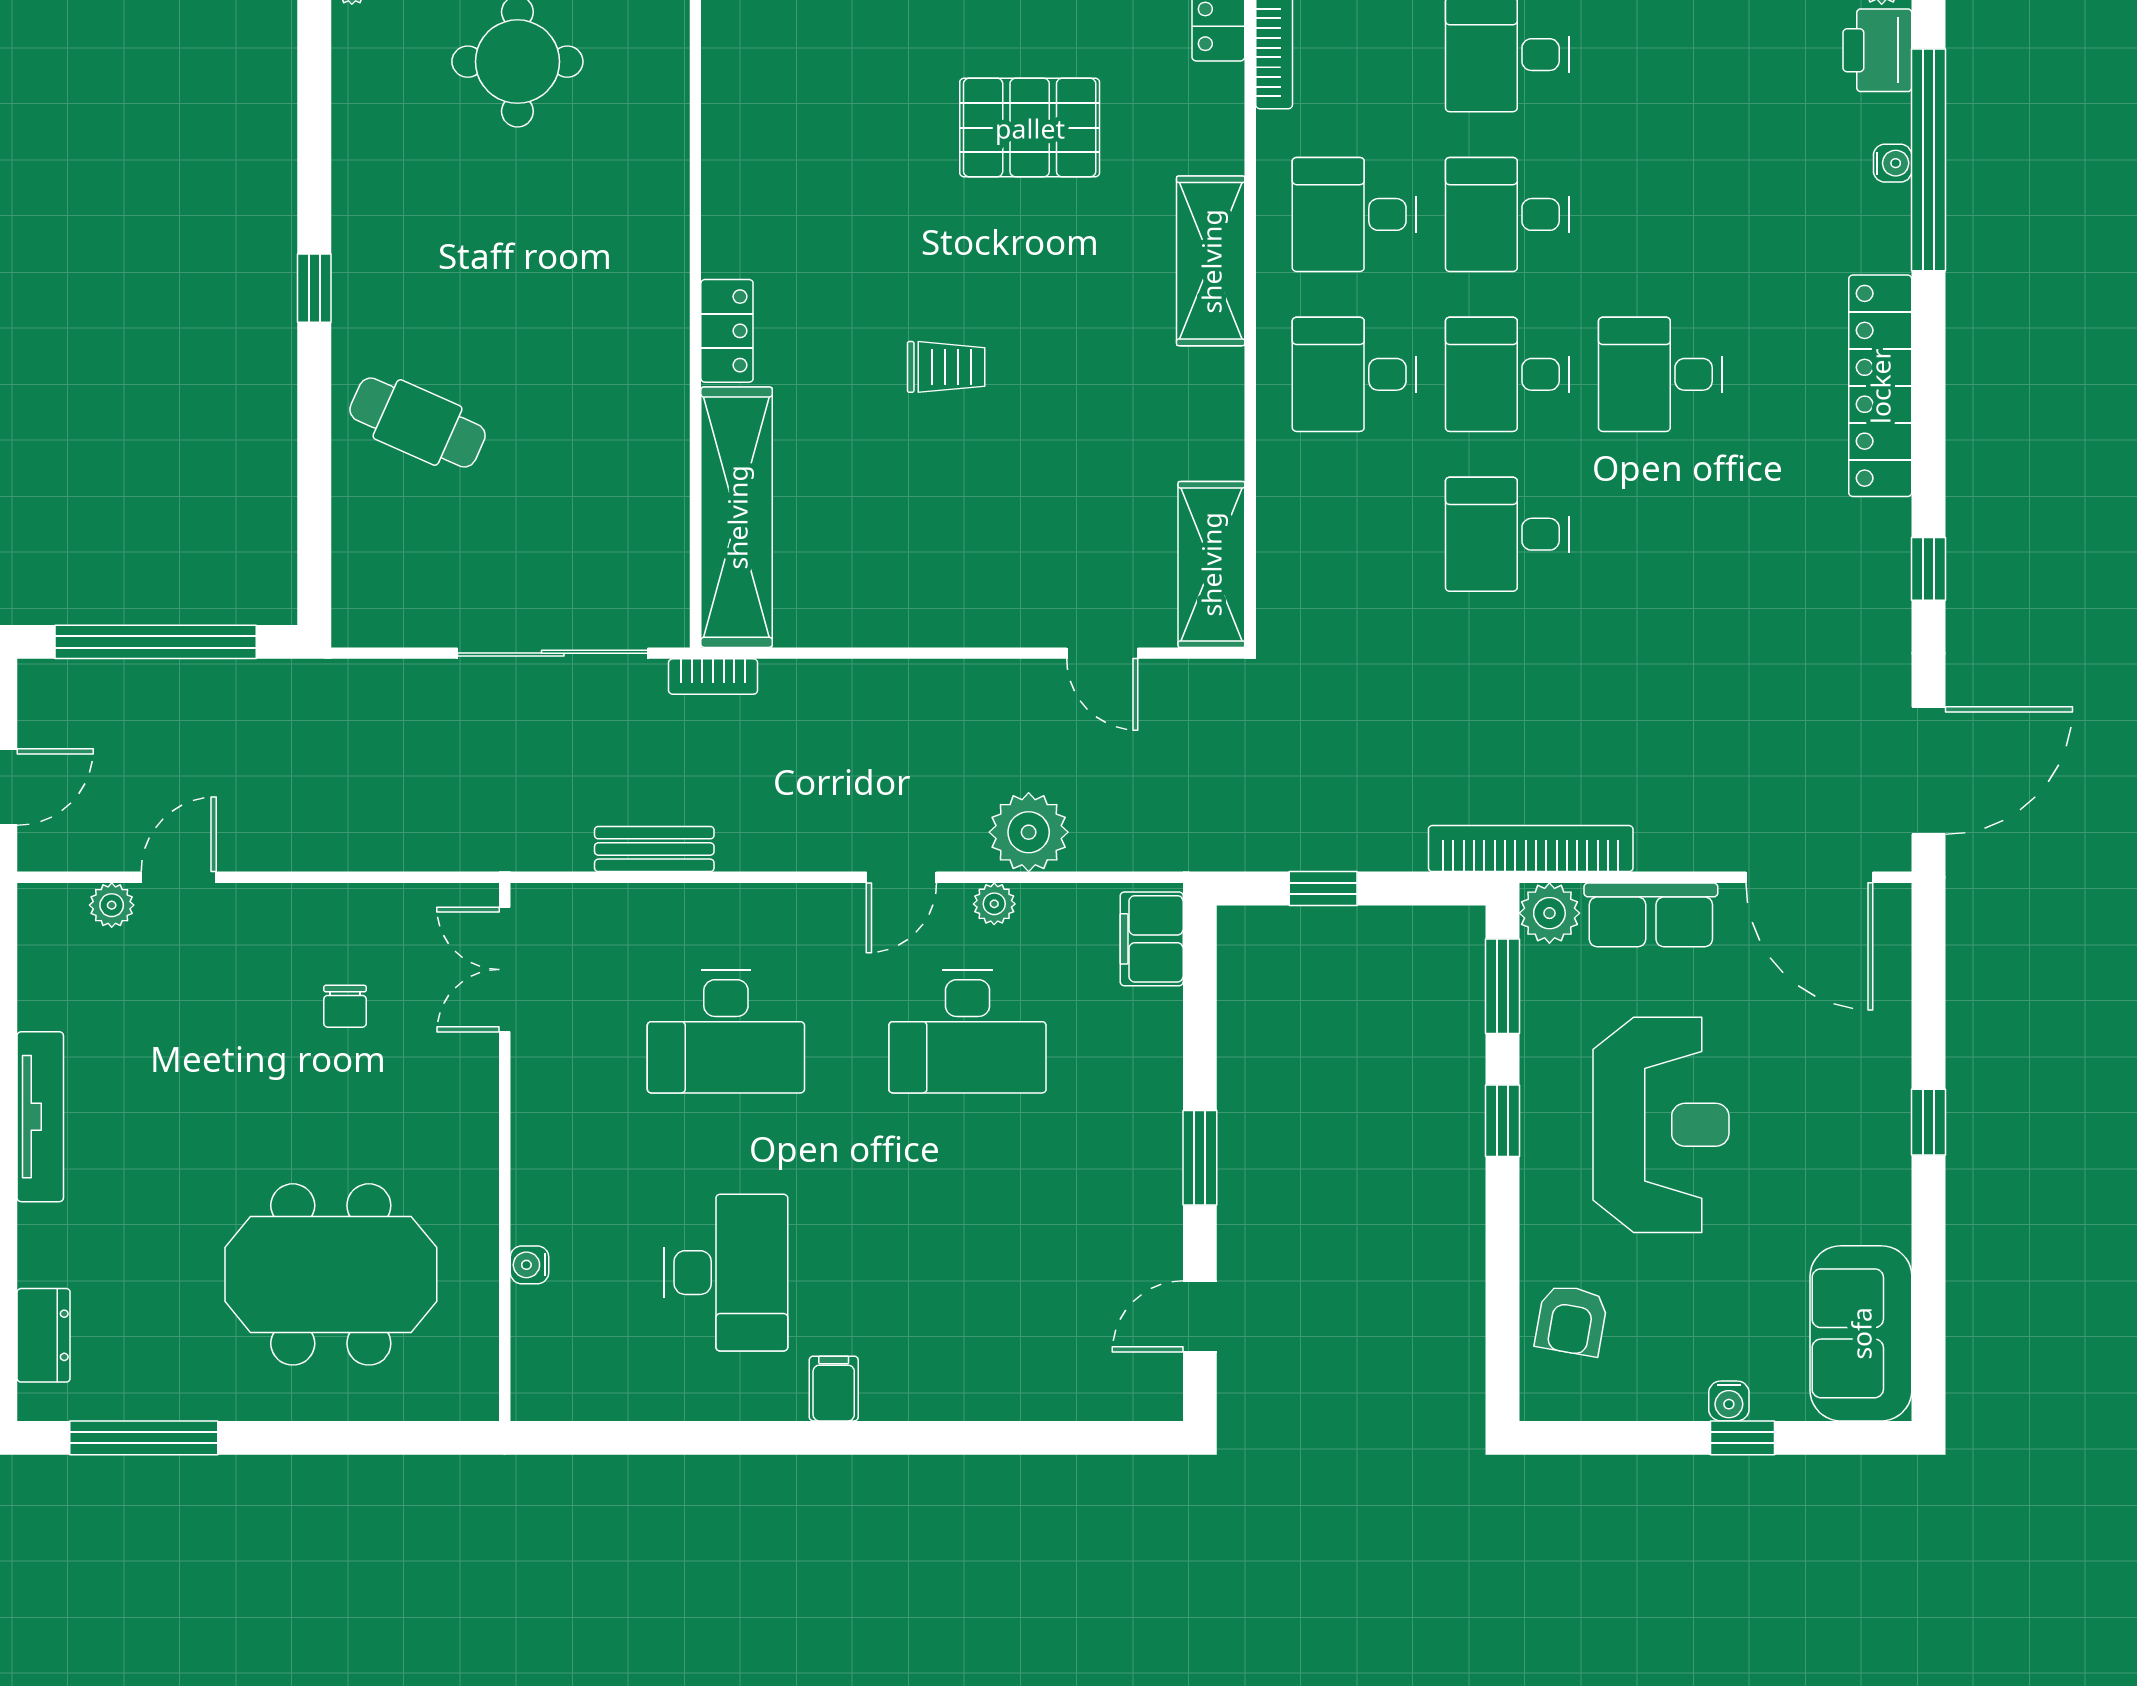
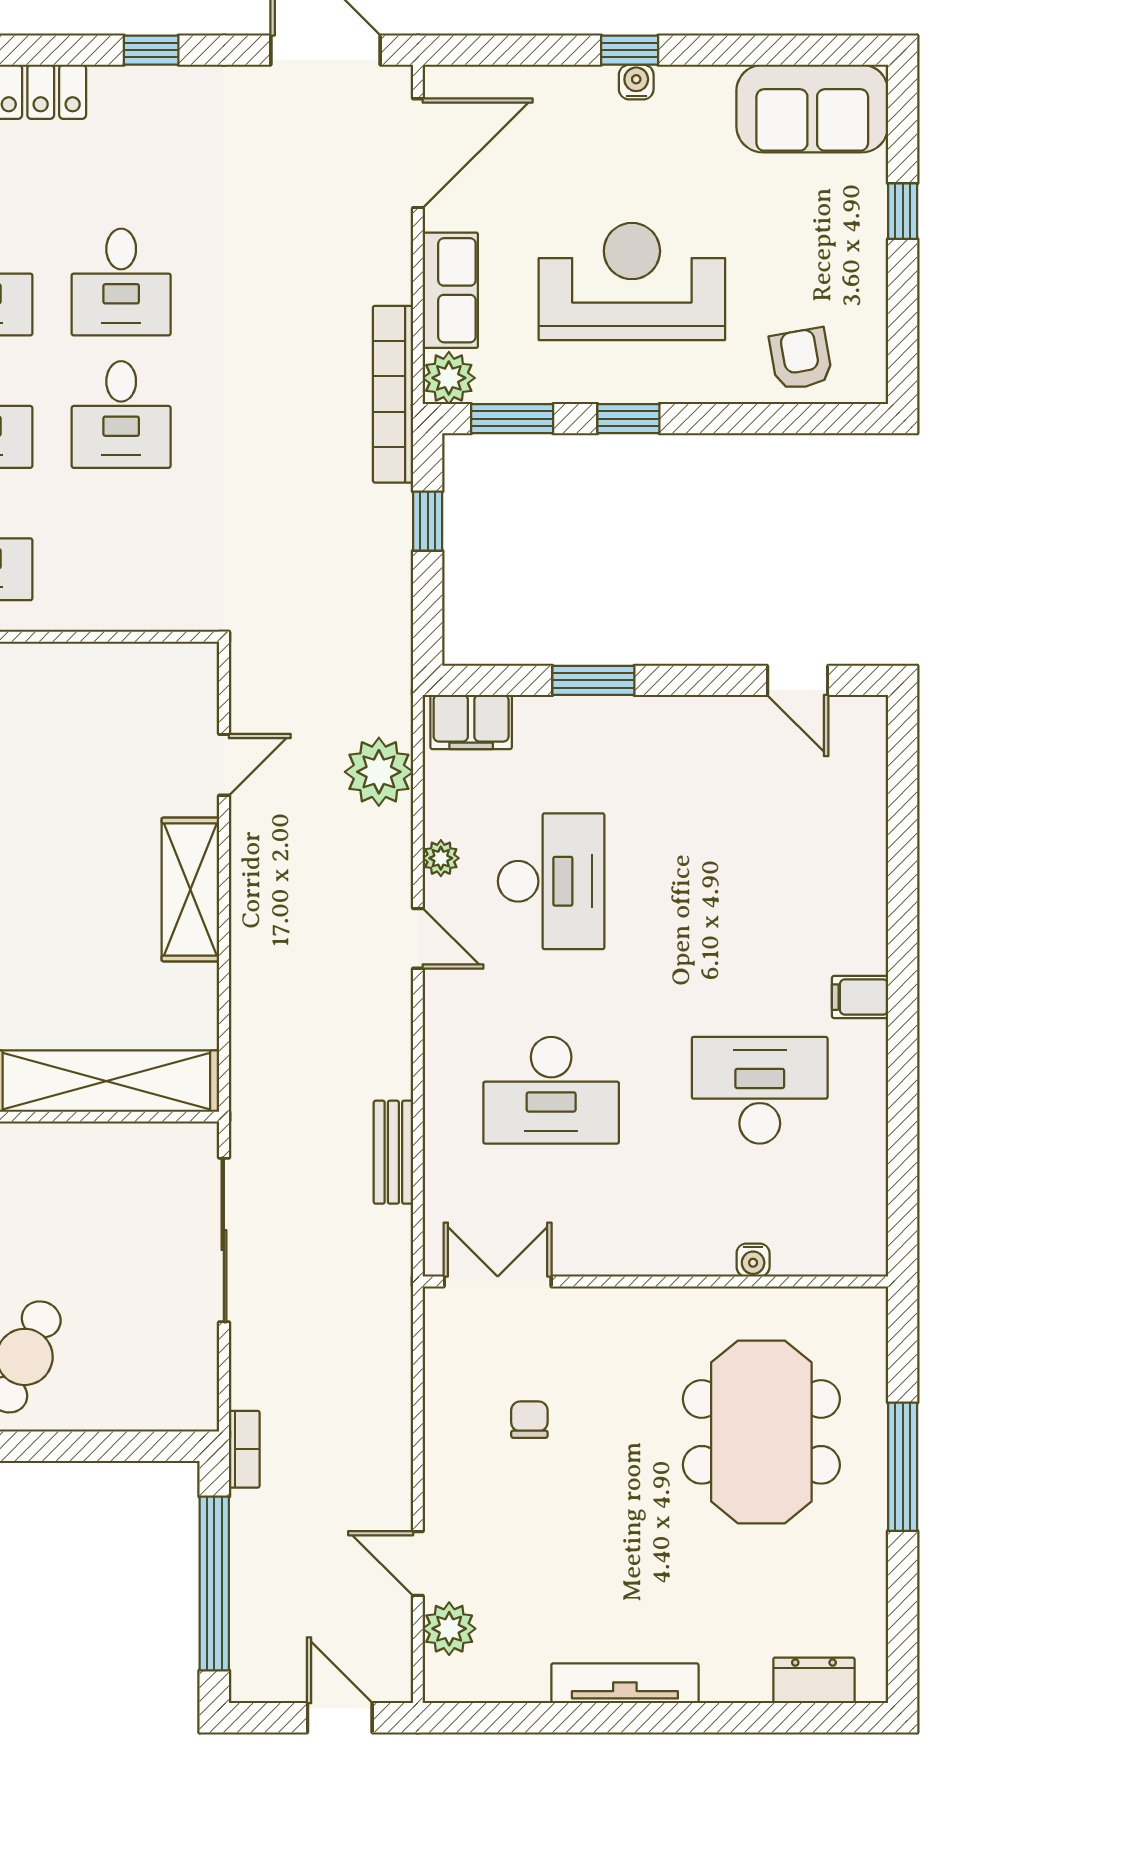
desk: (1660, 534) -> (121, 282), added
shelving: (1211, 564) -> (190, 889), moved, turned 90
bookcase: (713, 677) -> (244, 1449), moved
plant: (1029, 832) -> (379, 772), moved
window: (1323, 889) -> (428, 521), moved
plant: (112, 905) -> (449, 1629), width x1.38, depth x1.38
double door: (505, 970) -> (498, 1281), swing flipped
chair: (345, 1006) -> (529, 1420), turned -90
desk: (726, 1031) -> (551, 1090), turned 90
window: (1200, 1158) -> (593, 680), moved
armchair: (1571, 1320) -> (801, 359), turned -110
water cooler: (1729, 1401) -> (636, 82), moved, turned -90
window: (144, 1438) -> (903, 1467), moved

